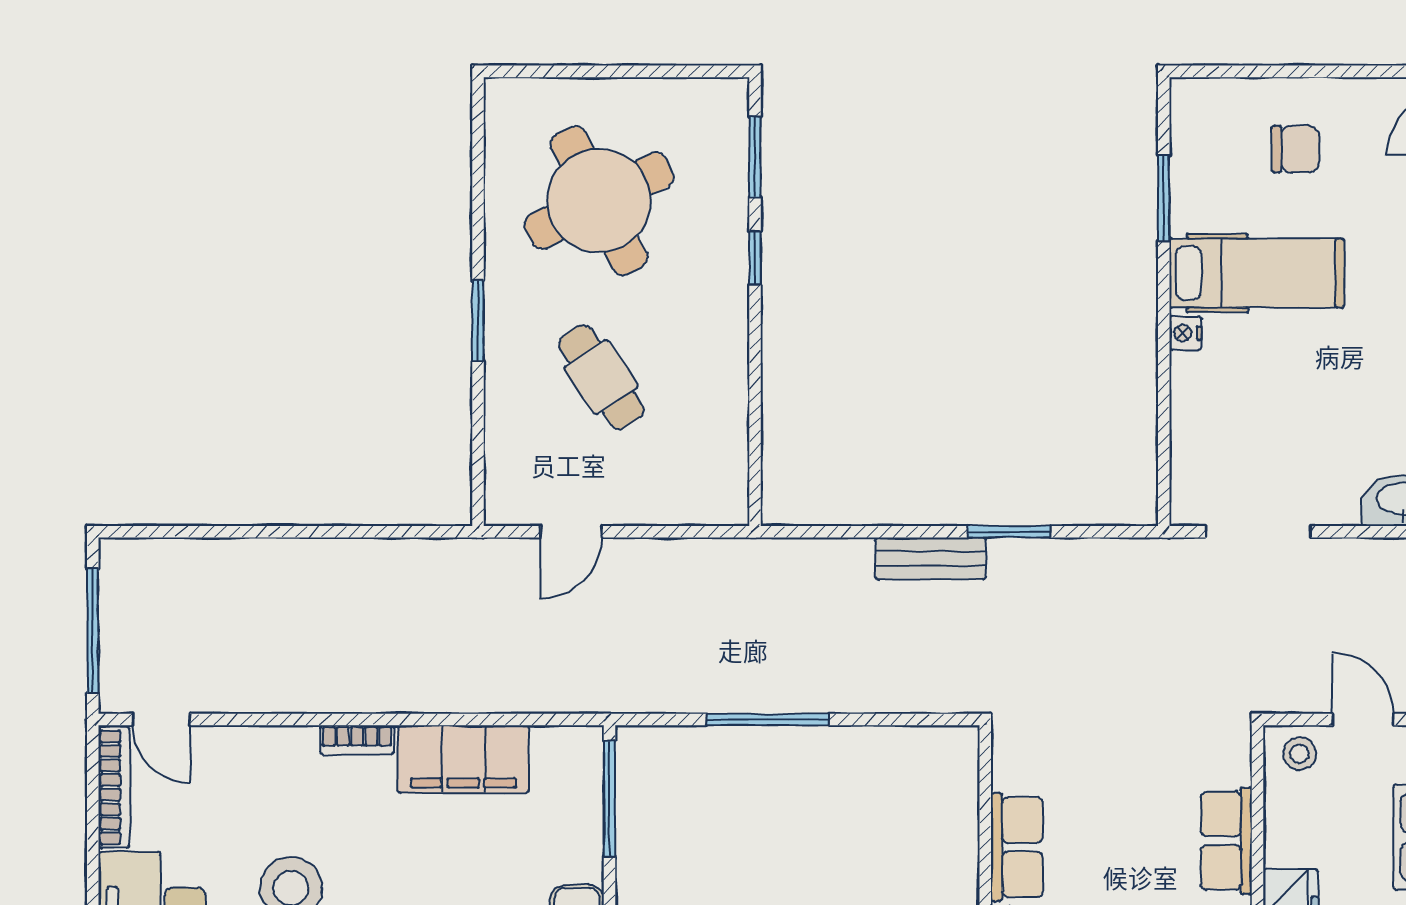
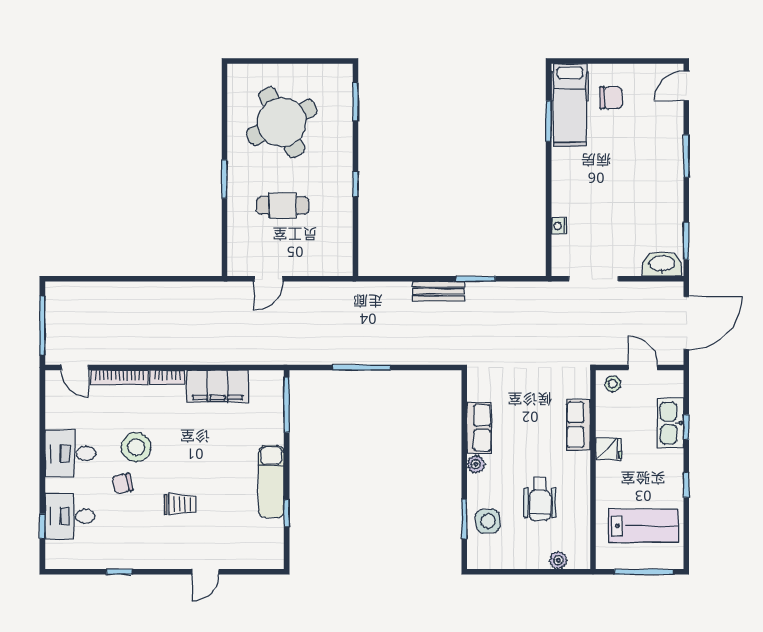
window: (755, 258) -> (355, 184), moved
hospital bed: (1257, 273) -> (570, 105), moved, turned 90
nightstand: (1185, 333) -> (559, 226), moved
cafe table: (601, 377) -> (283, 206), turned -56
bookcase: (114, 787) -> (119, 377), moved, turned 90

